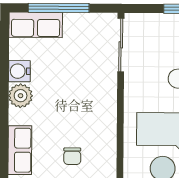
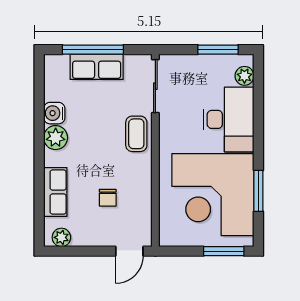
row of seats: (36, 25) -> (97, 67), moved
coffee table: (101, 92) -> (136, 134), added

